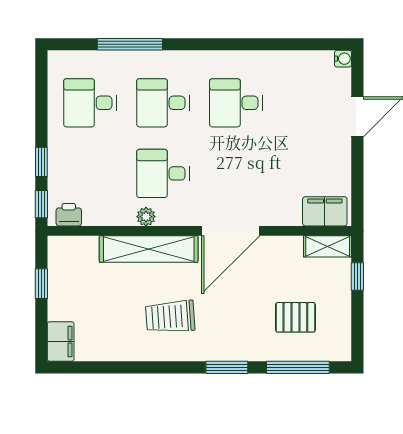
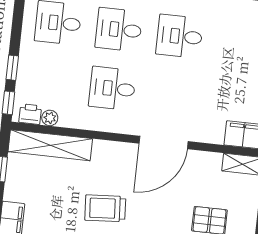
plant: (146, 217) -> (50, 118), moved
shelving: (149, 249) -> (50, 145), moved

